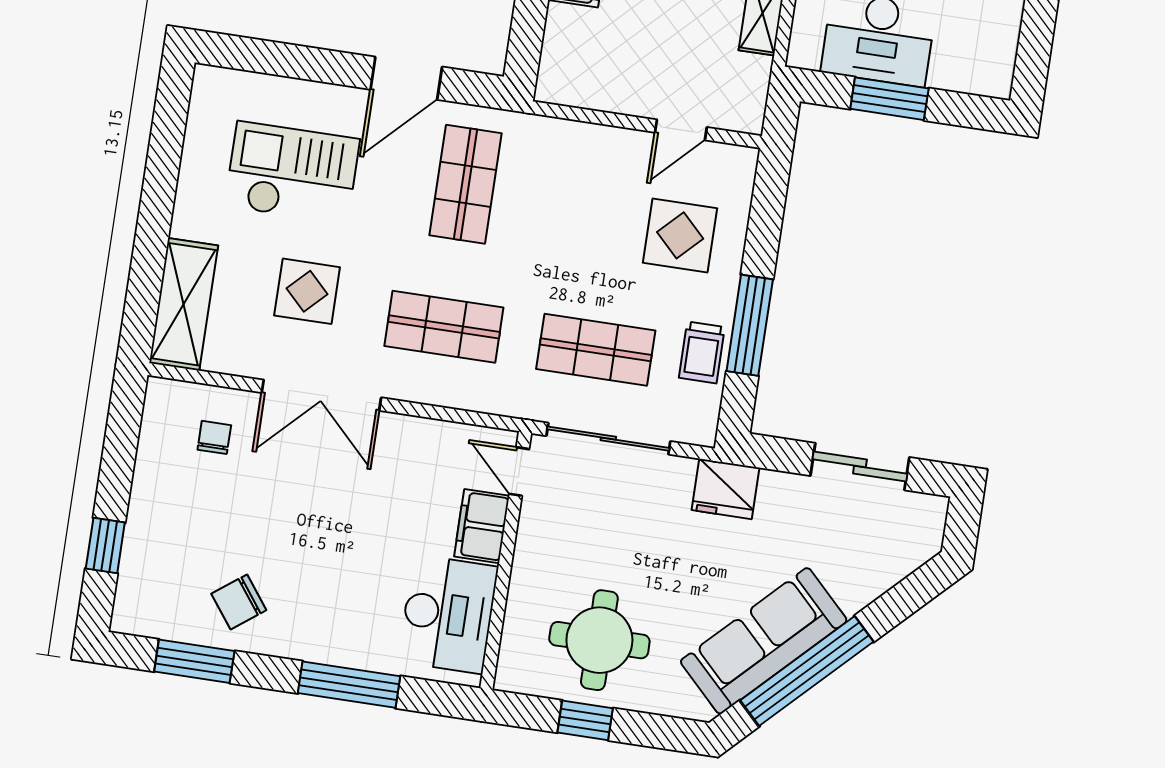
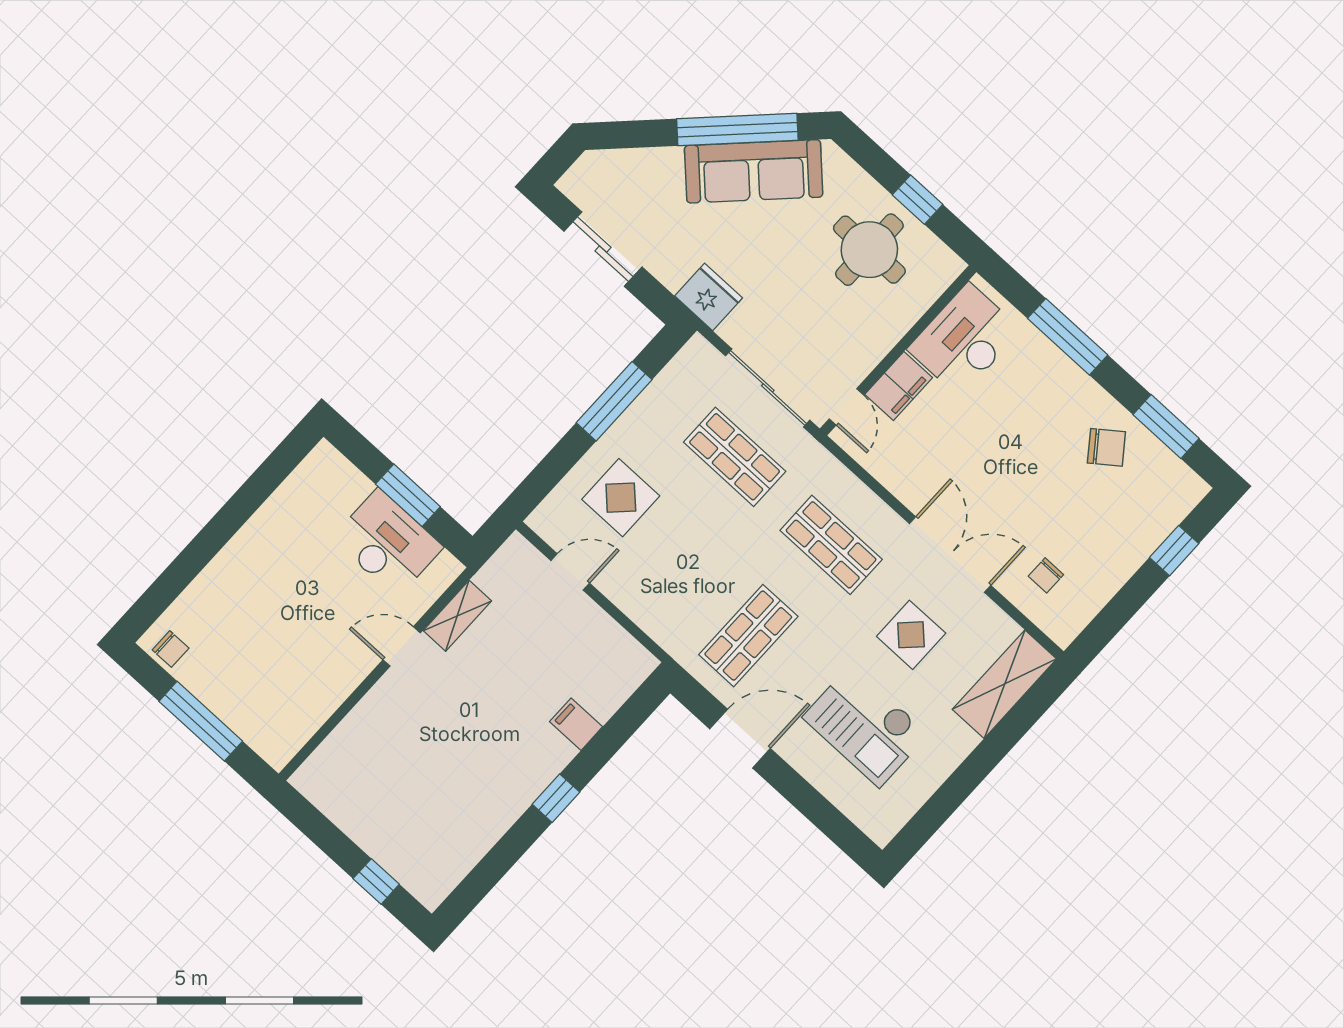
trolley: (702, 352) -> (661, 405), removed

